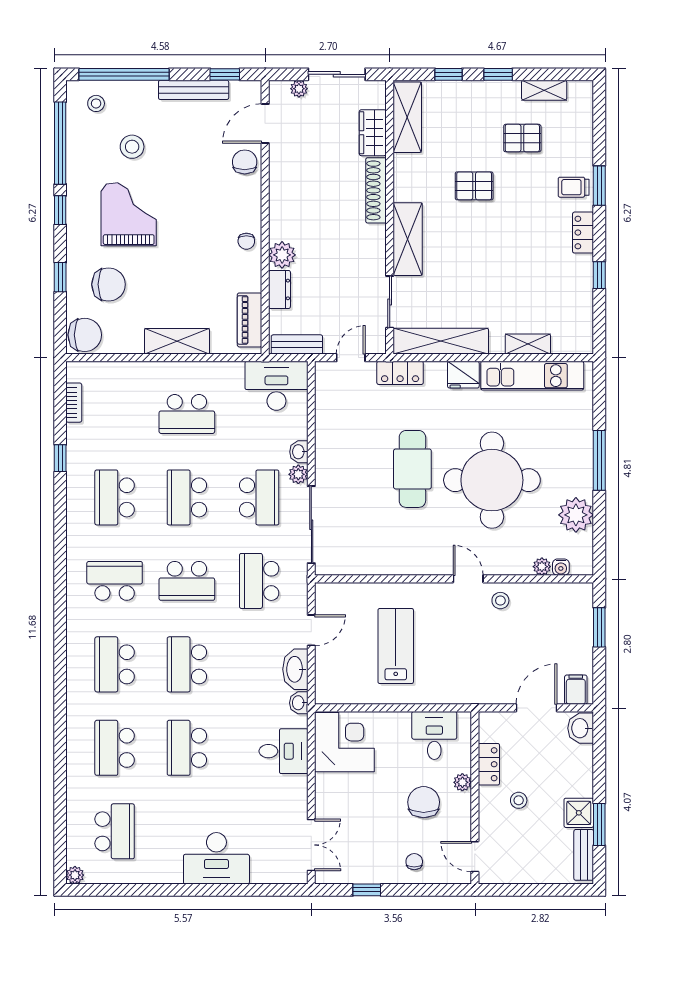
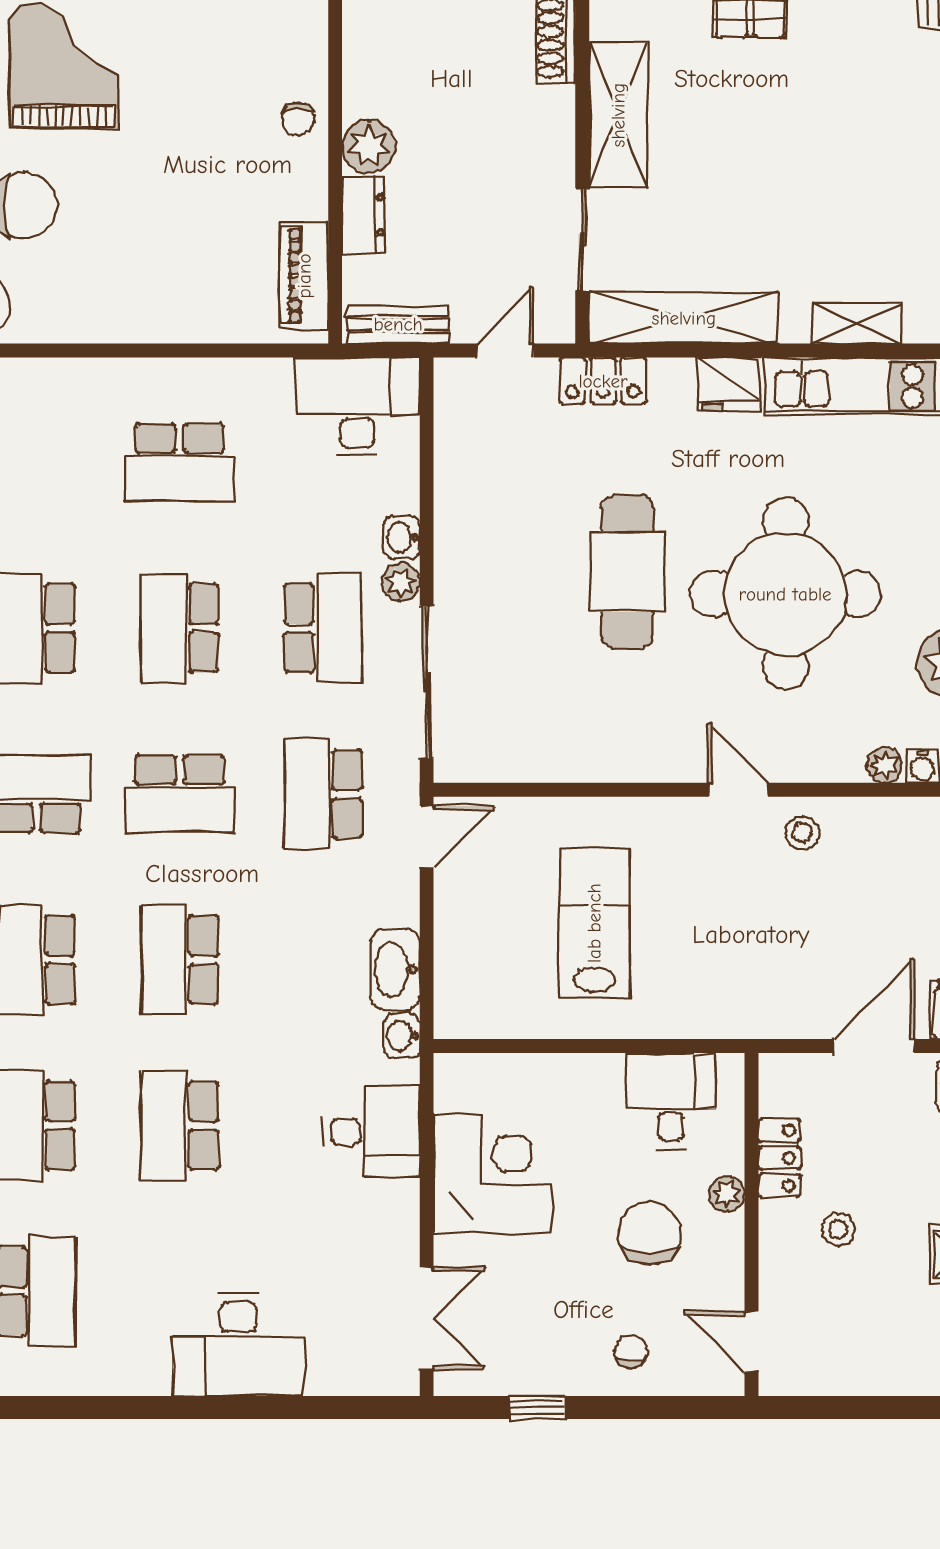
shelving: (177, 341) -> (160, 318), removed
door: (311, 630) -> (427, 837), moved
corner desk: (344, 742) -> (493, 1173), moved

